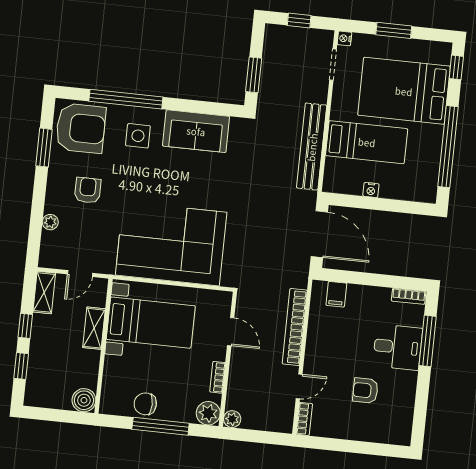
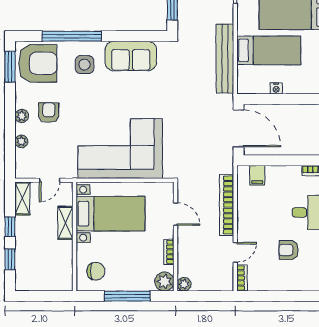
window: (44, 148) -> (10, 67), moved
plant: (54, 191) -> (22, 116), added
boiler: (84, 400) -> (63, 282), removed
chair: (145, 404) -> (96, 271), moved, turned 180

